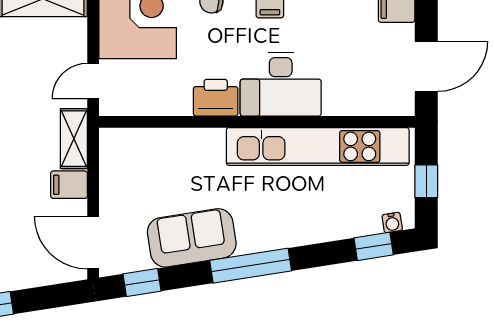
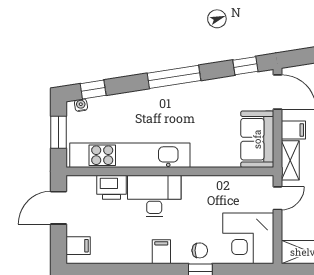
printer: (216, 98) -> (111, 187), moved
window: (426, 181) -> (59, 132), width x1.50
sofa: (192, 238) -> (257, 139), moved, turned 99

